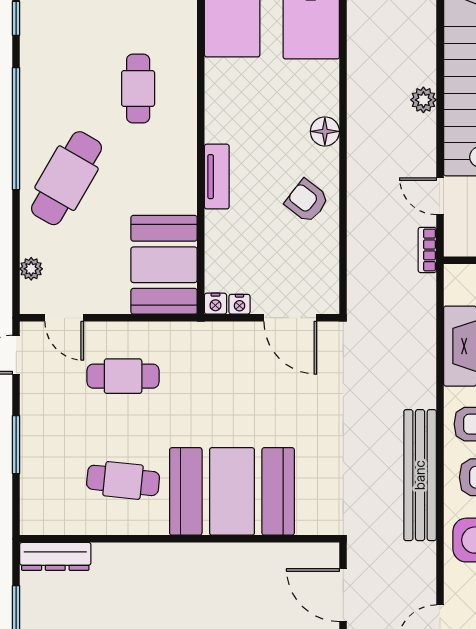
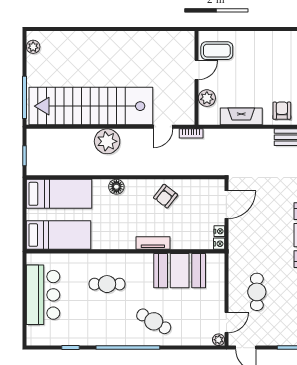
plant: (423, 100) -> (107, 141), width x1.88, depth x1.88
floor lamp: (325, 131) -> (116, 187), moved
cafe table: (66, 178) -> (154, 321), width x0.73, depth x0.74
booth: (164, 265) -> (180, 271), moved
plant: (31, 269) -> (219, 340), moved

